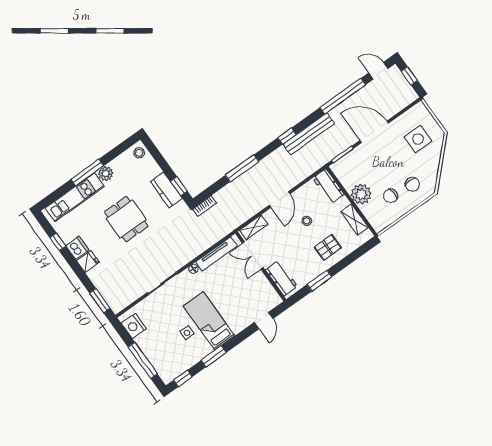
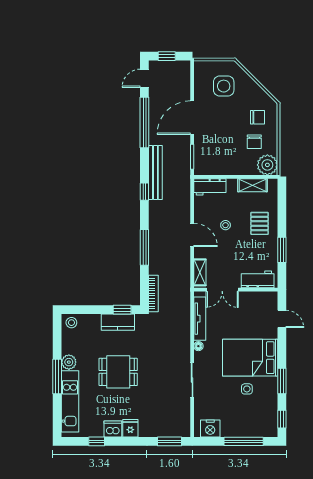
plant: (361, 194) -> (267, 165), moved
bookcase: (205, 206) -> (153, 293), width x1.56
bed: (209, 321) -> (250, 358), width x1.50

